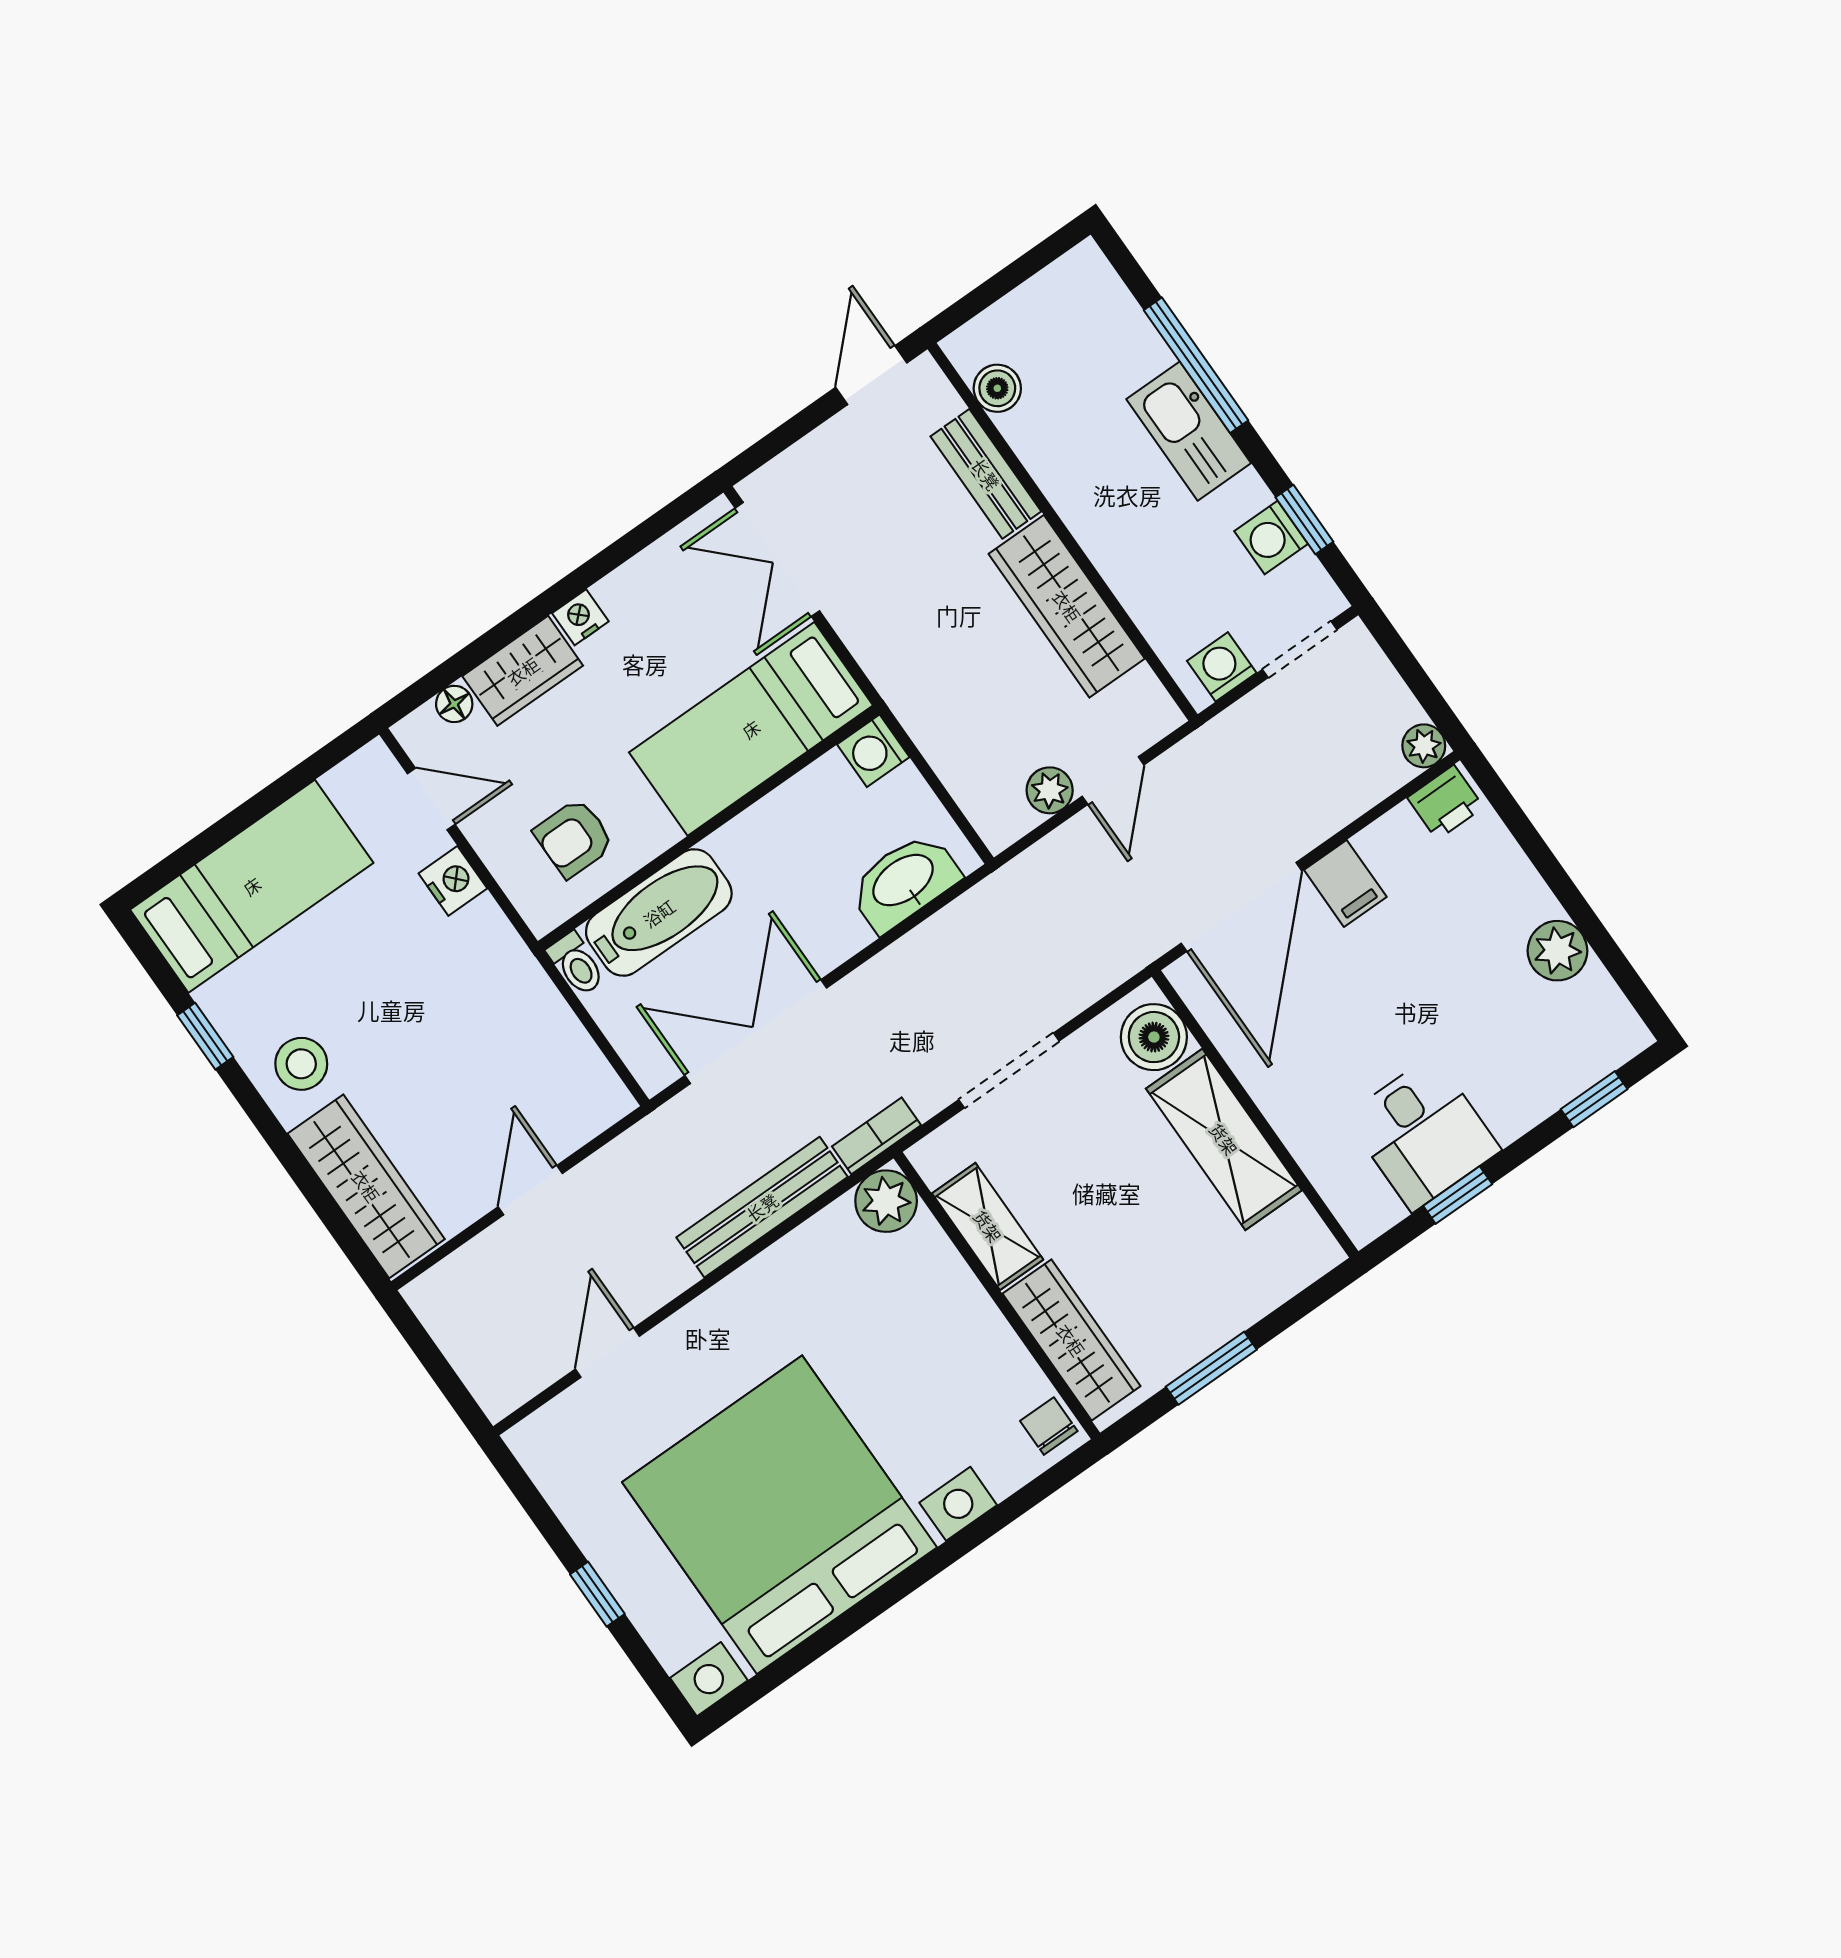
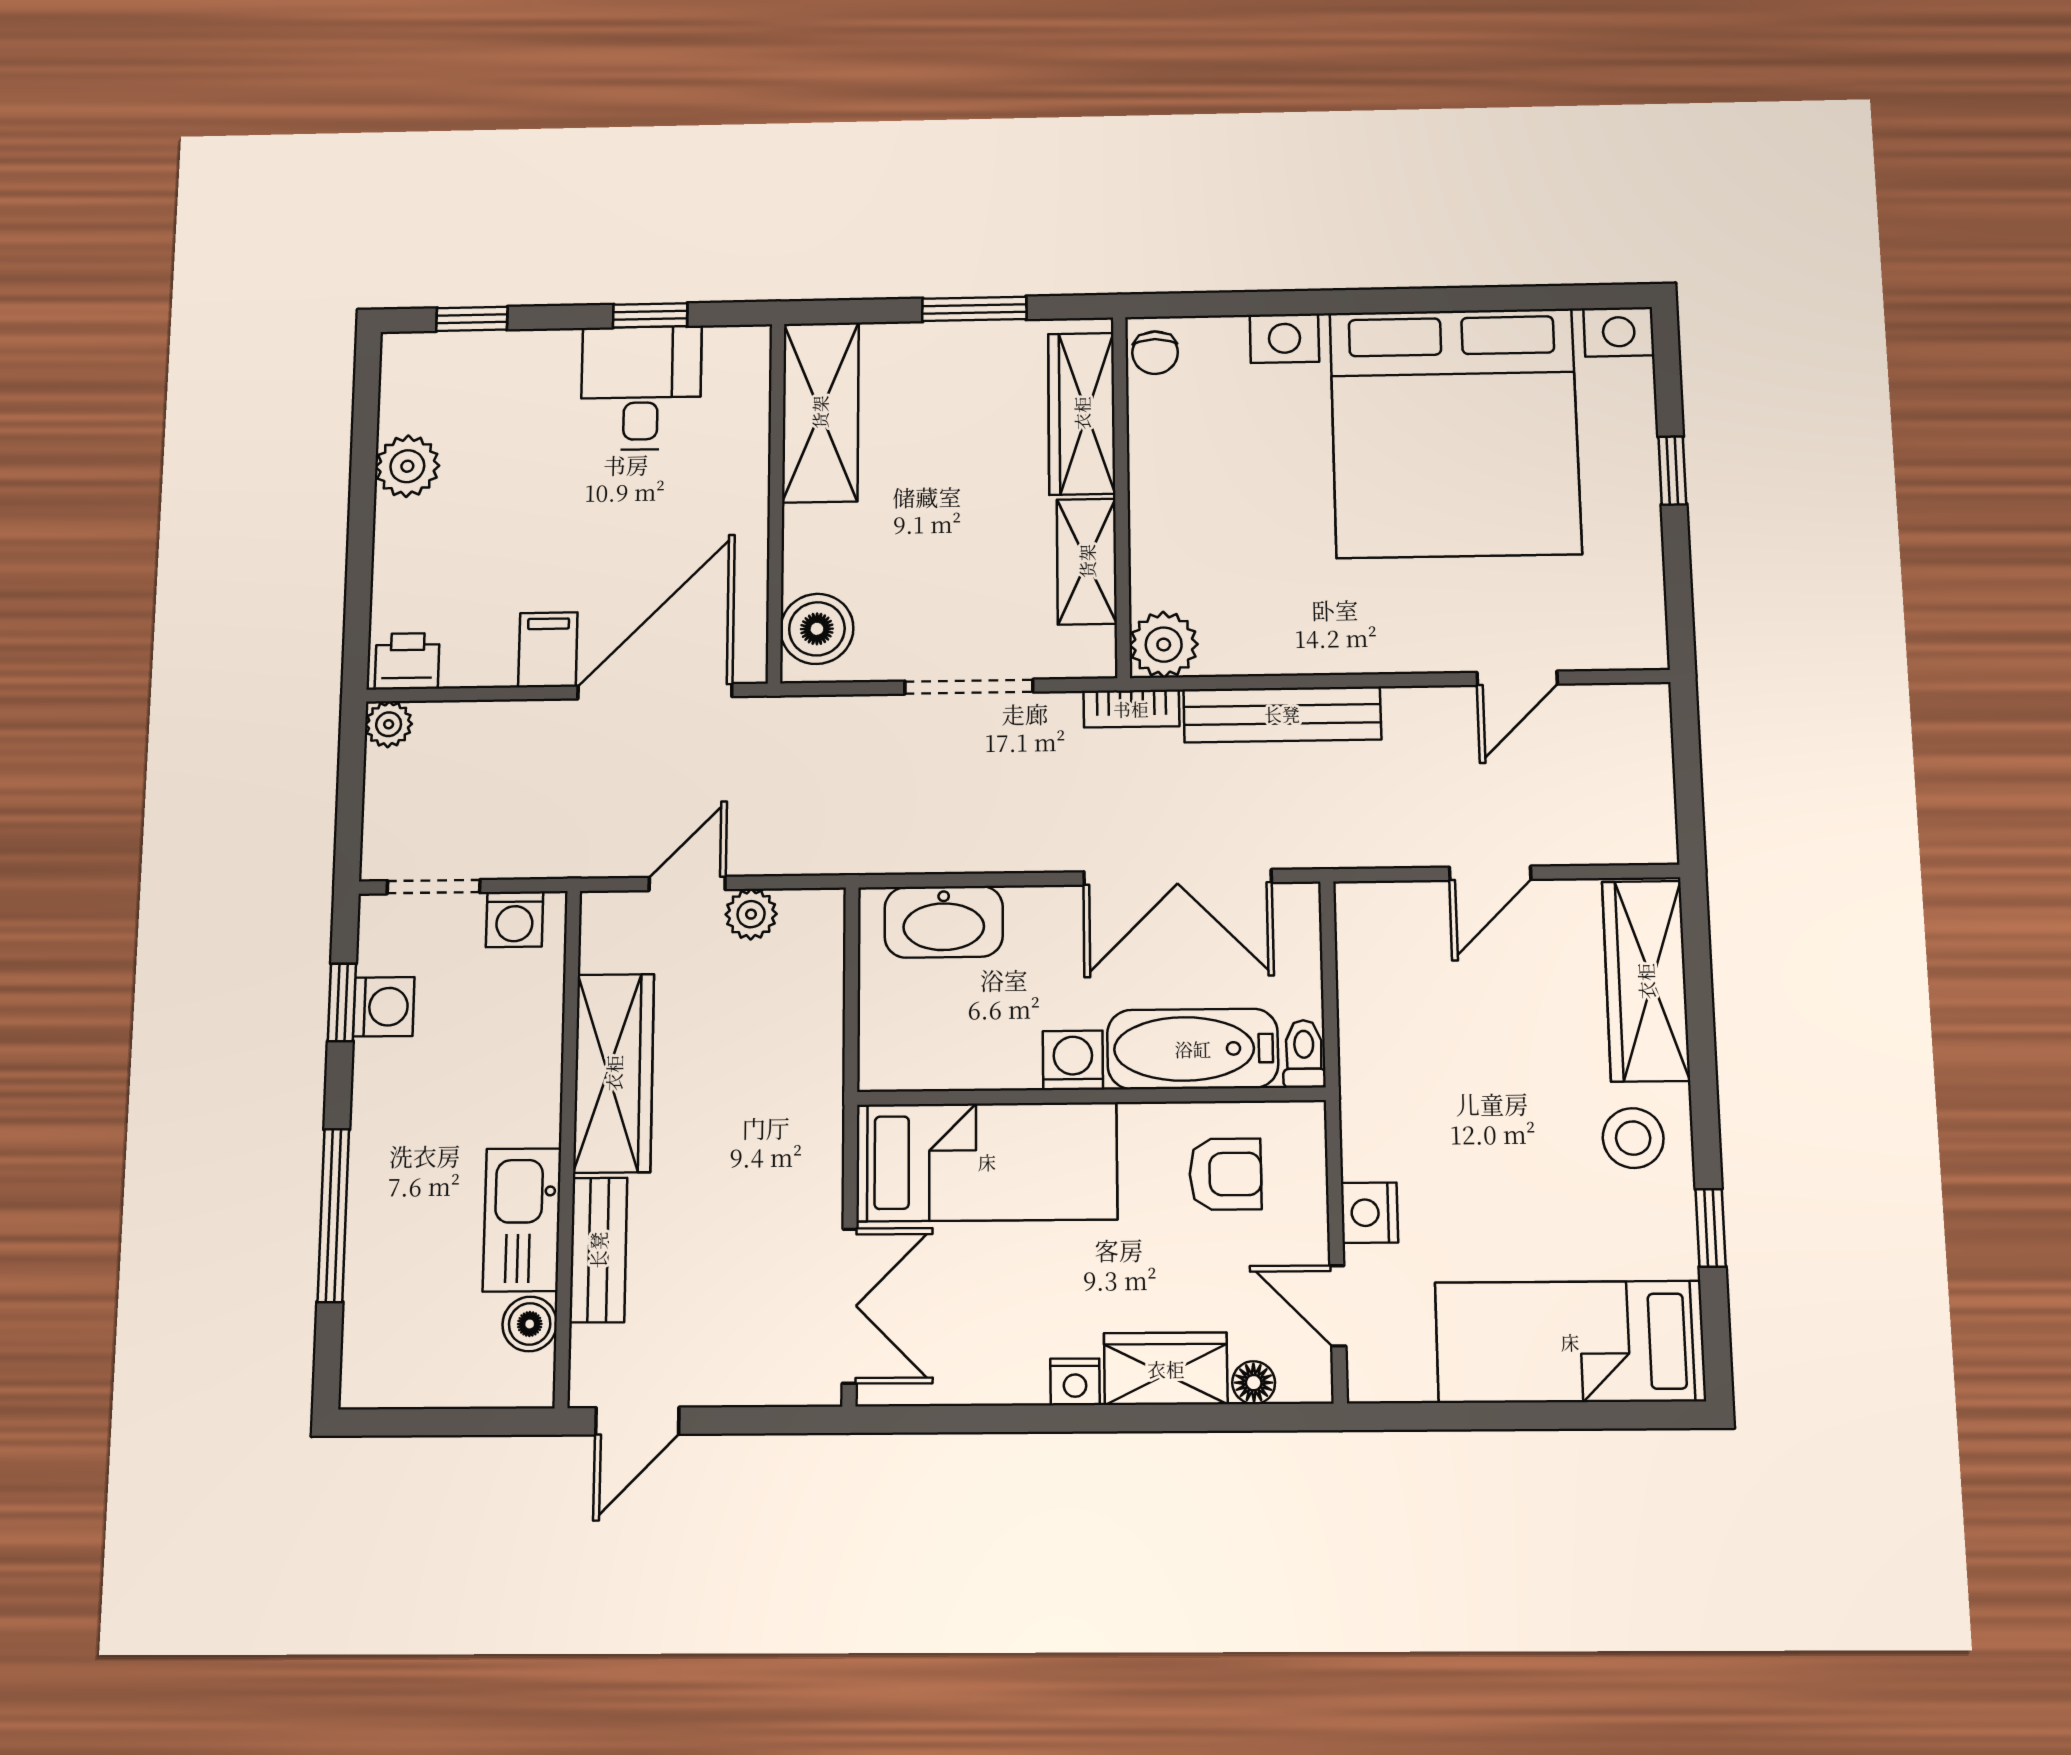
kitchen sink: (1189, 431) -> (522, 1220), moved, turned 180
washing machine: (873, 751) -> (1073, 1060), moved, turned -90
shelving: (1224, 1139) -> (820, 412), moved

